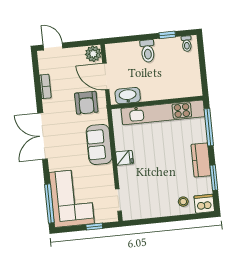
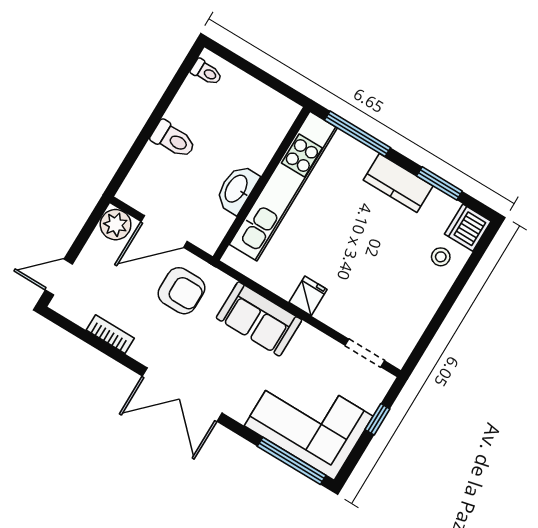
window: (167, 35) -> (171, 92), removed
washbasin: (128, 96) -> (237, 189), moved

